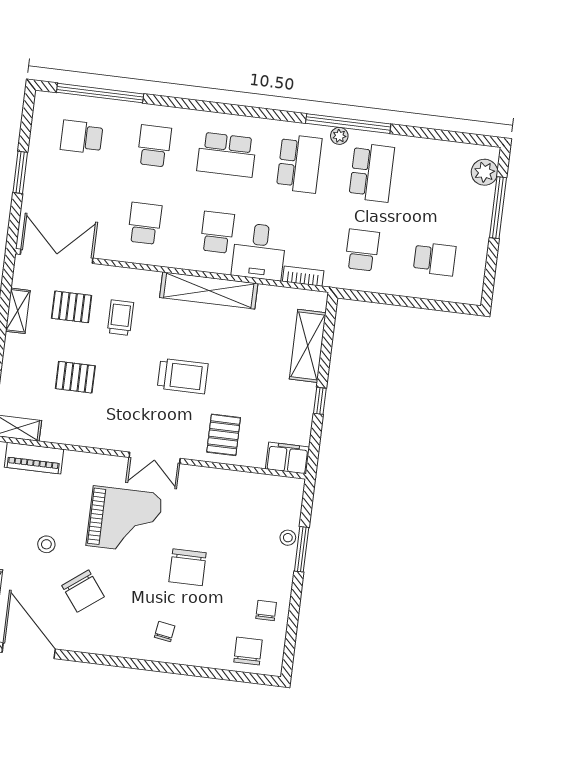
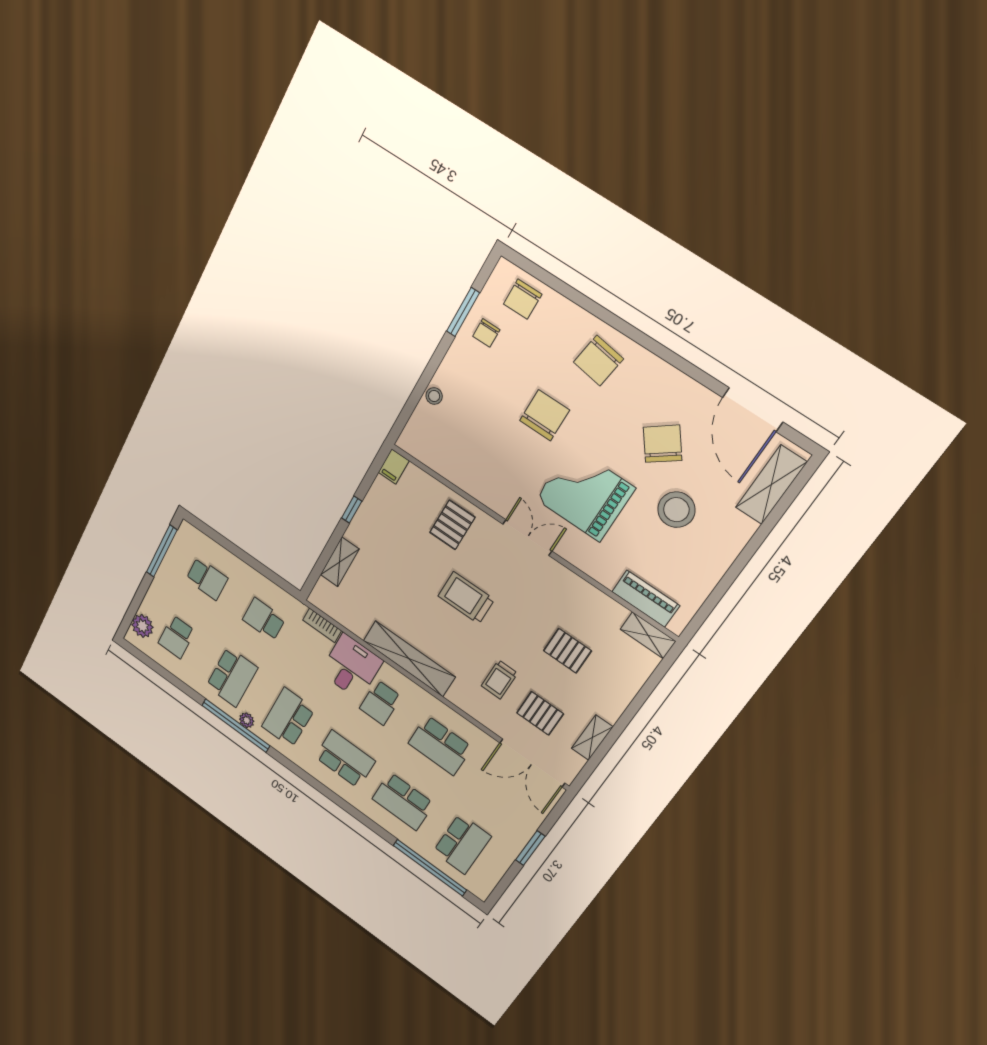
school desk: (82, 137) -> (462, 844), width x1.85
school desk: (154, 146) -> (403, 801), width x1.85
school desk: (372, 173) -> (232, 677), turned 180
school desk: (444, 181) -> (177, 637), added
window: (498, 208) -> (162, 551), moved
school desk: (145, 223) -> (440, 745), width x1.85
school desk: (362, 250) -> (264, 619), turned 90
school desk: (435, 259) -> (207, 579), turned 180
shelving: (308, 346) -> (340, 562), width x0.67, depth x0.75
filing cabinet: (287, 458) -> (394, 466), width x0.50
stool: (46, 544) -> (676, 510), width x1.89, depth x1.89
window: (302, 549) -> (463, 312), moved
chair: (165, 632) -> (598, 361), width x1.87, depth x1.87

